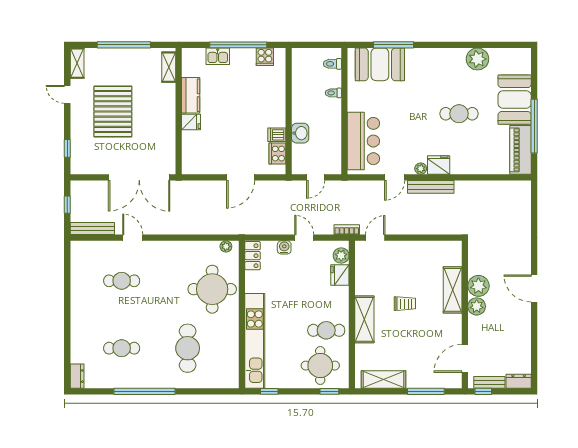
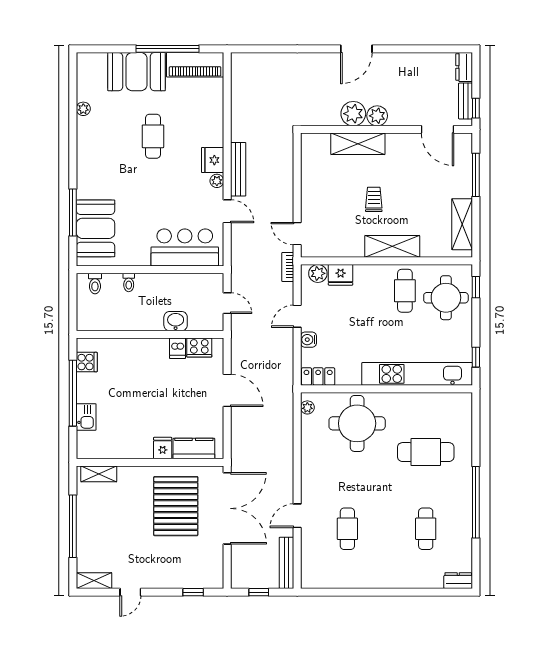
plant: (477, 59) -> (83, 109), width x0.53, depth x0.53
kitchen counter: (191, 95) -> (194, 449), moved
pallet: (113, 112) -> (176, 506), moved, turned 90

